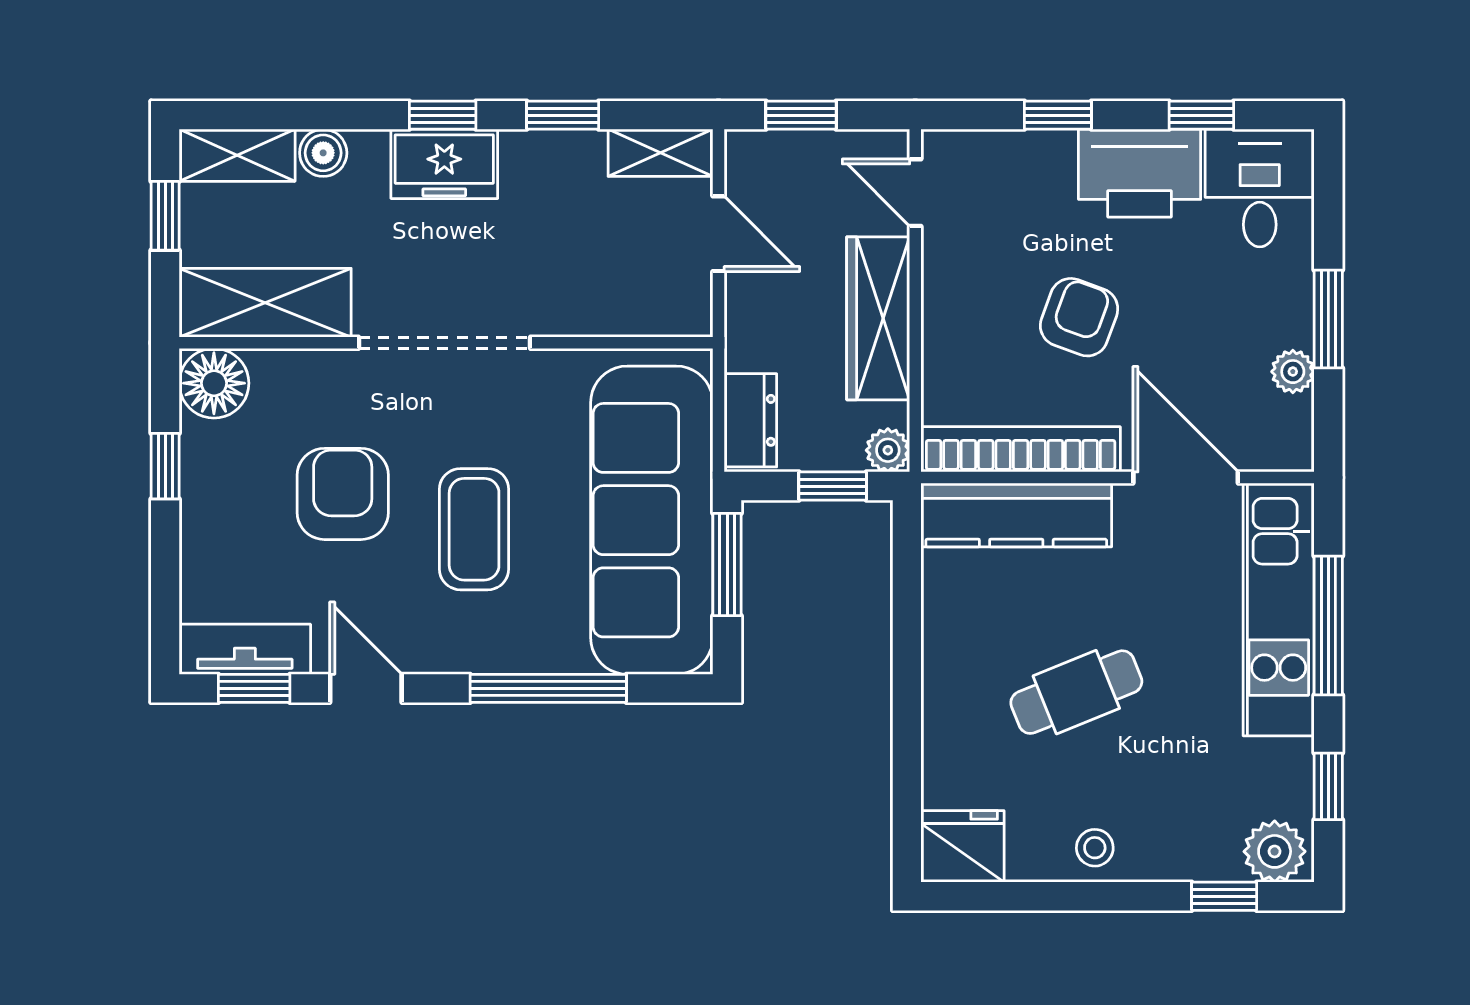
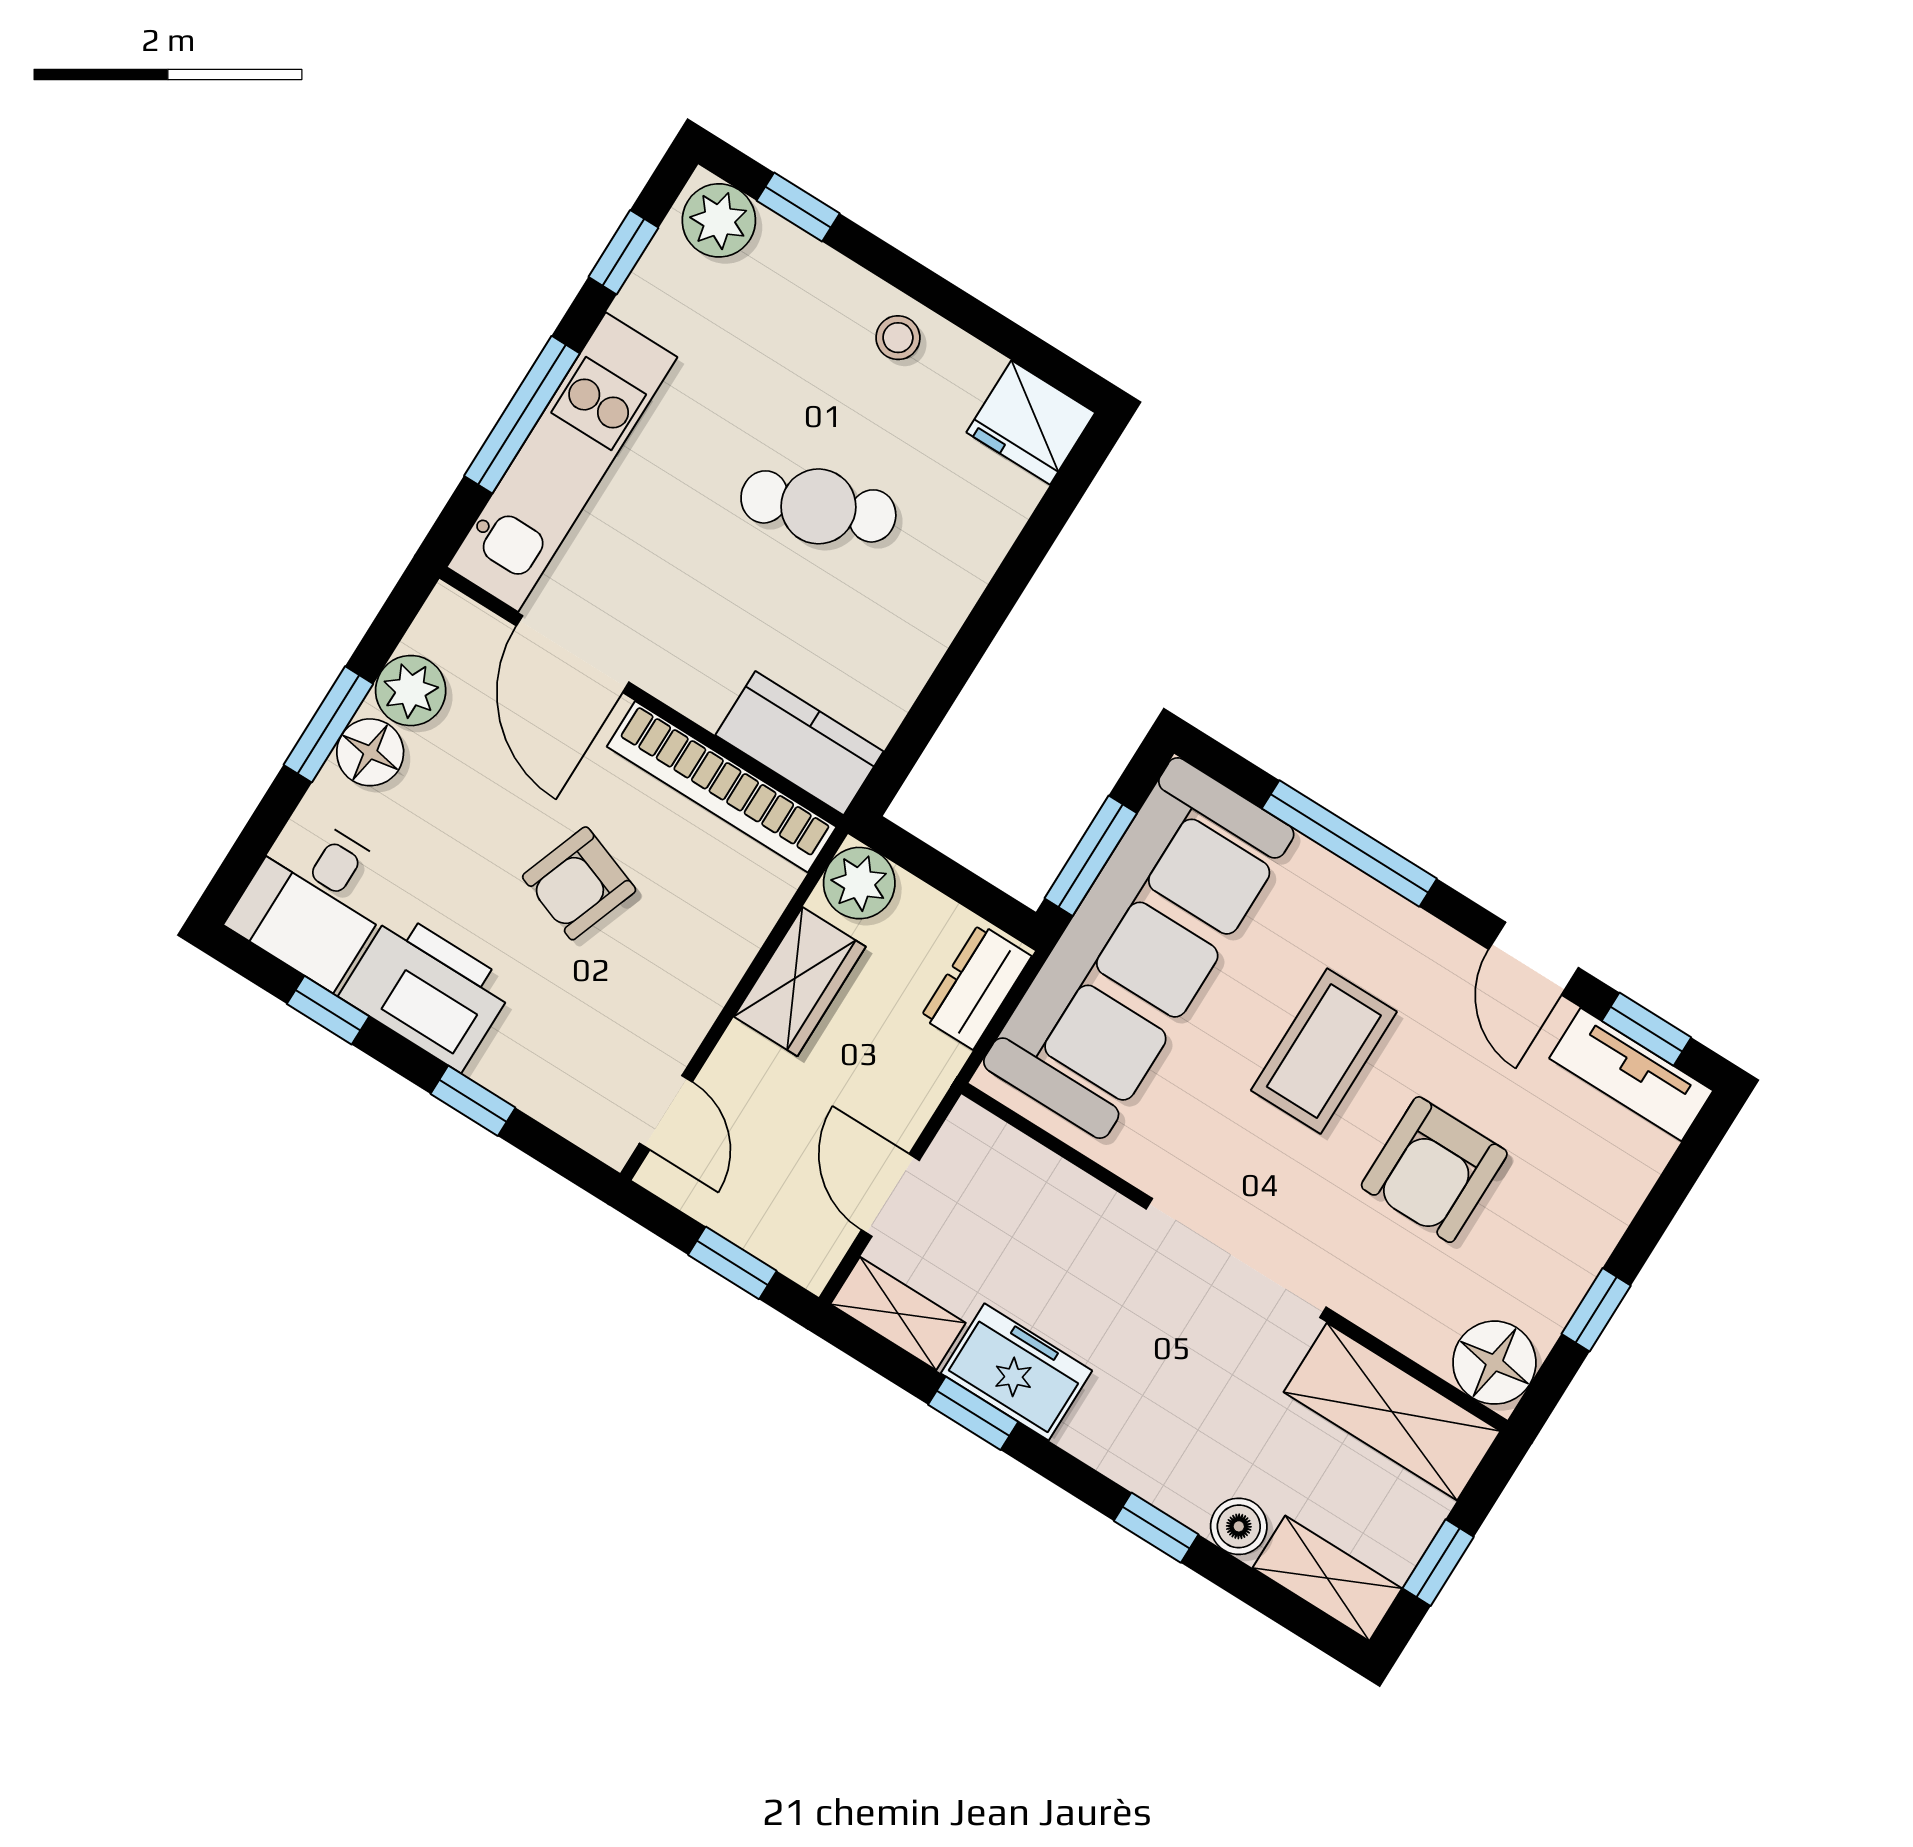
window: (443, 115) -> (1156, 1528), moved
freezer: (444, 164) -> (1017, 1372), moved
wardrobe: (878, 318) -> (800, 982), width x0.67
floor lamp: (1286, 318) -> (370, 752), added
plant: (1293, 372) -> (411, 691), width x1.38, depth x1.38
plant: (888, 450) -> (859, 883), width x1.38, depth x1.38
window: (833, 486) -> (934, 868), removed
kitchen counter: (1016, 515) -> (799, 743), width x0.67

